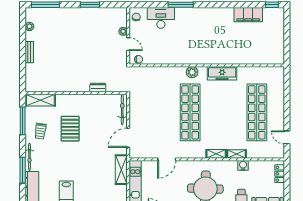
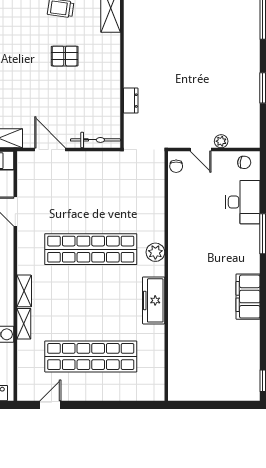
filing cabinet: (248, 15) -> (248, 297), moved
door: (128, 44) -> (201, 150), hinge flipped
pallet: (70, 129) -> (65, 56), width x0.67, depth x0.71

